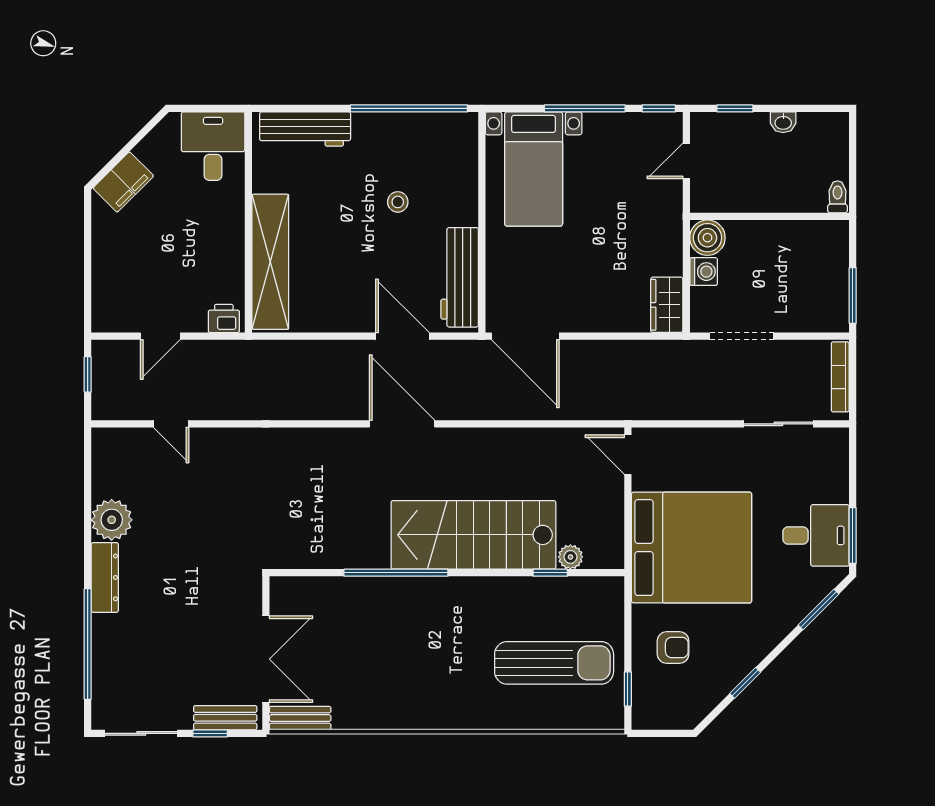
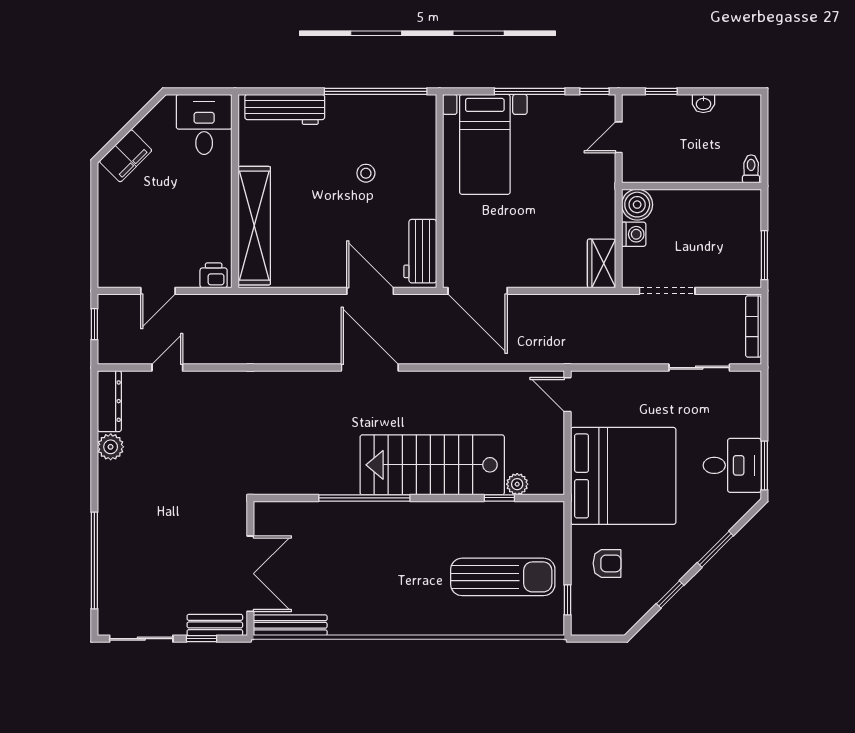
workbench: (460, 277) -> (420, 251), width x0.73
door: (171, 424) -> (167, 368), swing flipped
plant: (112, 520) -> (111, 447), width x0.73, depth x0.73
dresser: (105, 577) -> (109, 401), moved
window: (819, 609) -> (715, 549), moved
bench: (300, 718) -> (290, 625), width x1.36

